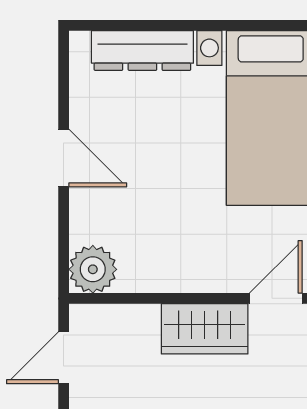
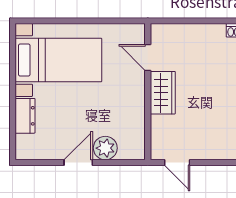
dresser: (142, 50) -> (25, 116), width x0.70
plant: (93, 269) -> (105, 148), moved

